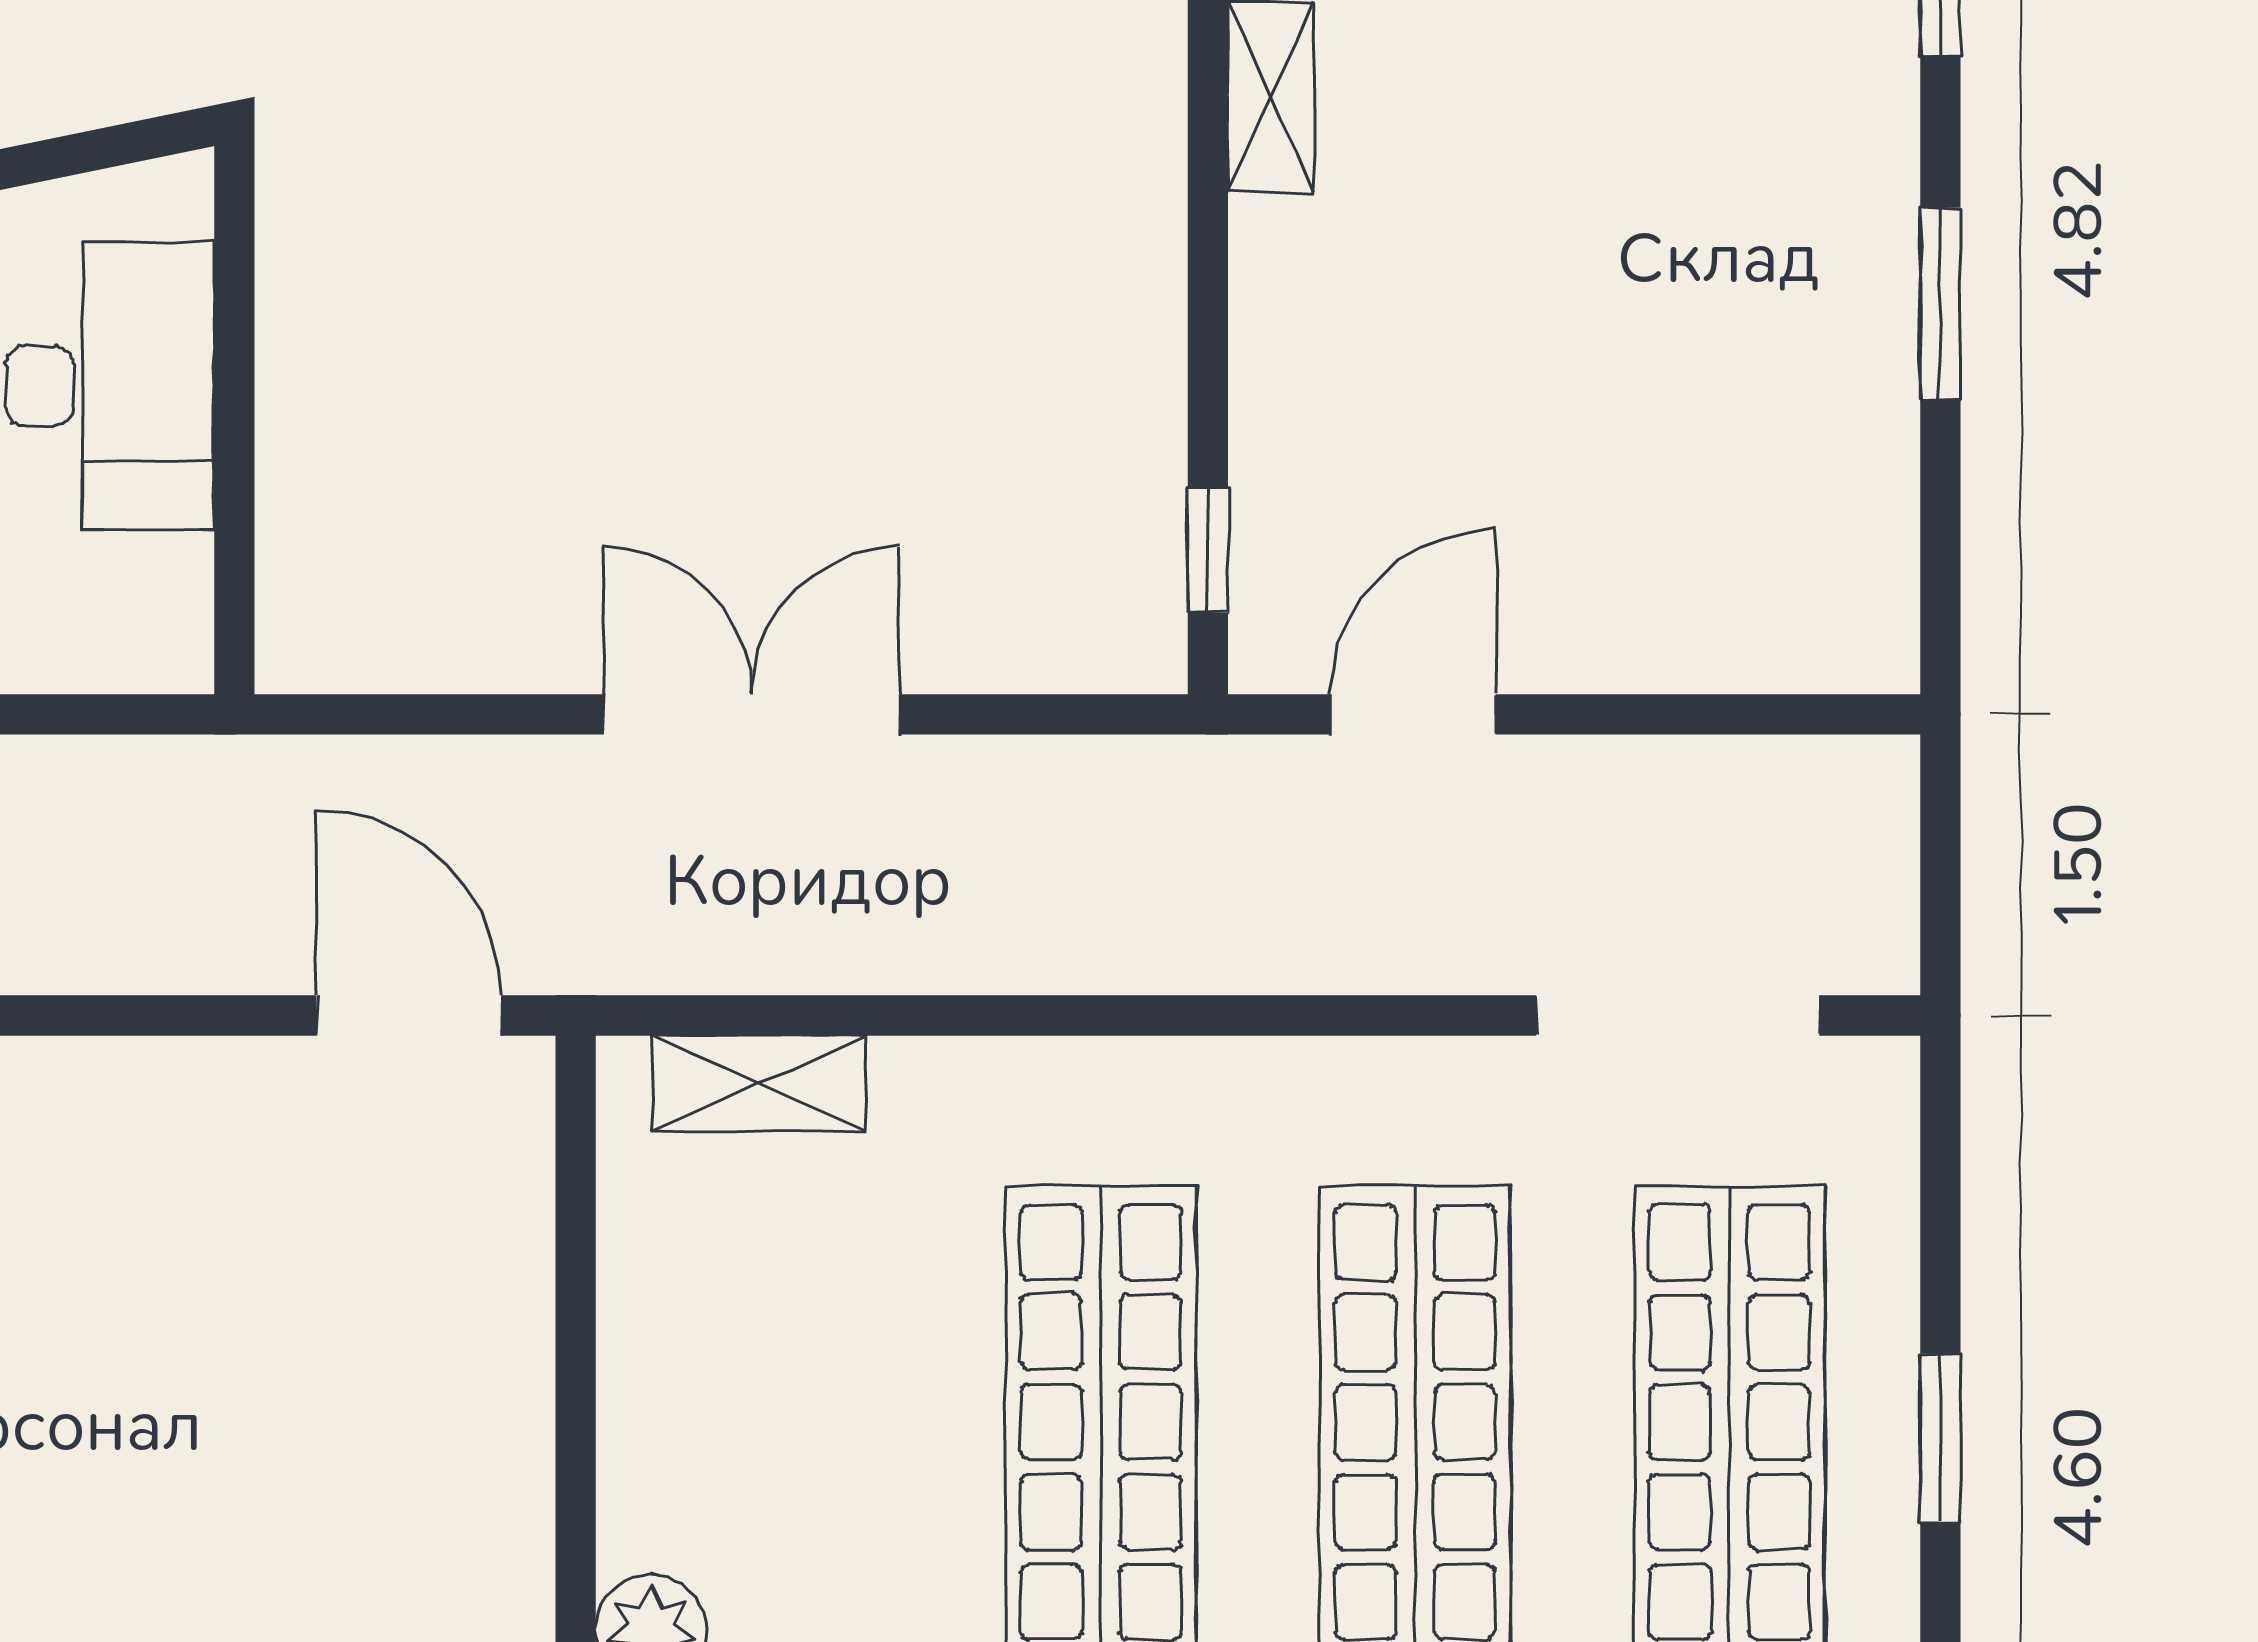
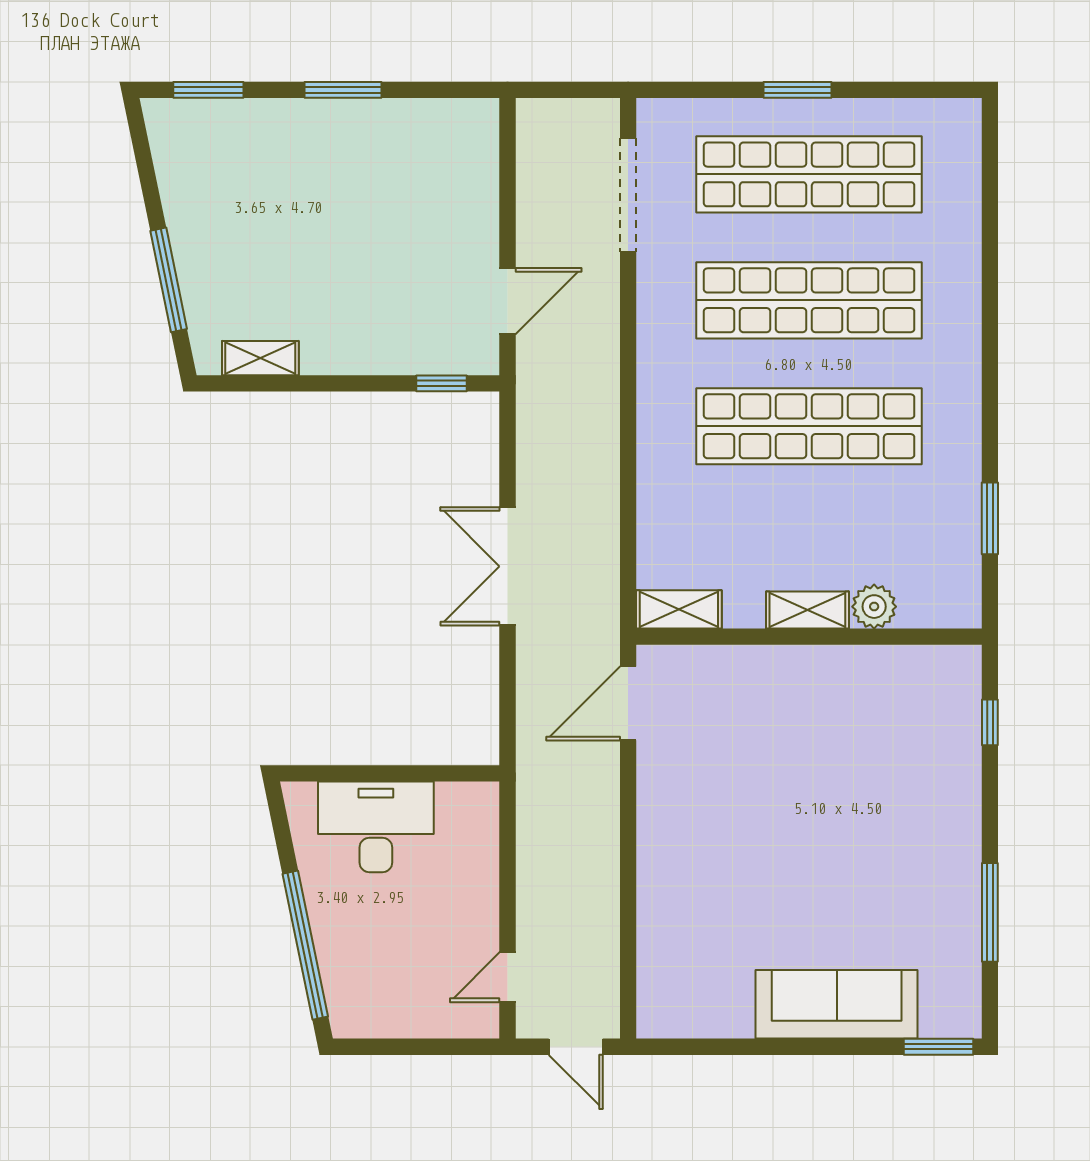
door: (1413, 714) -> (508, 301), swing flipped
shelving: (759, 1083) -> (679, 609), moved, turned 90
shelving: (642, 1463) -> (807, 610), added

